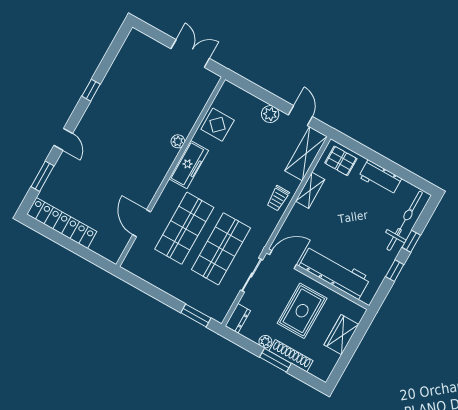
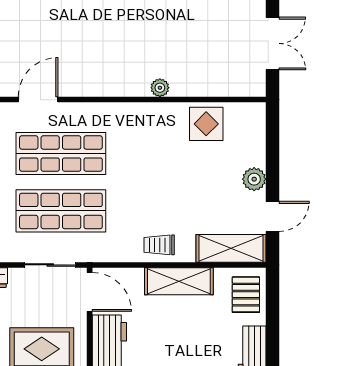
freezer: (189, 165) -> (139, 116), removed
shelving: (310, 190) -> (179, 281), width x1.50, depth x1.33

